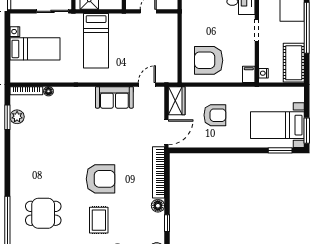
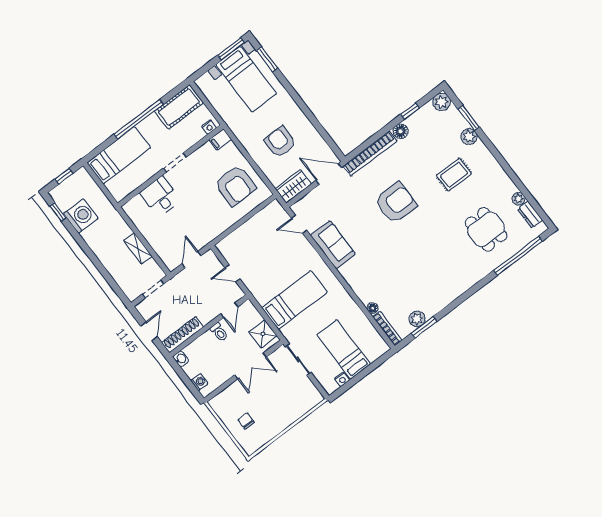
armchair: (101, 179) -> (396, 203), moved, turned 90

